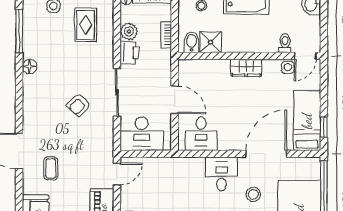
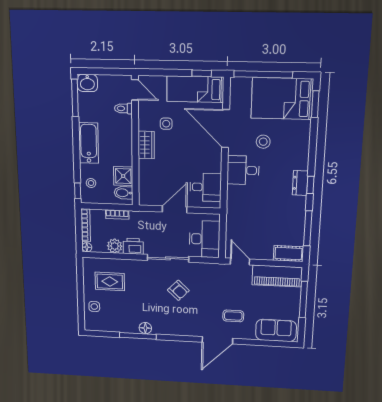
window: (19, 31) -> (138, 336), moved
side table: (288, 67) -> (166, 124), moved

